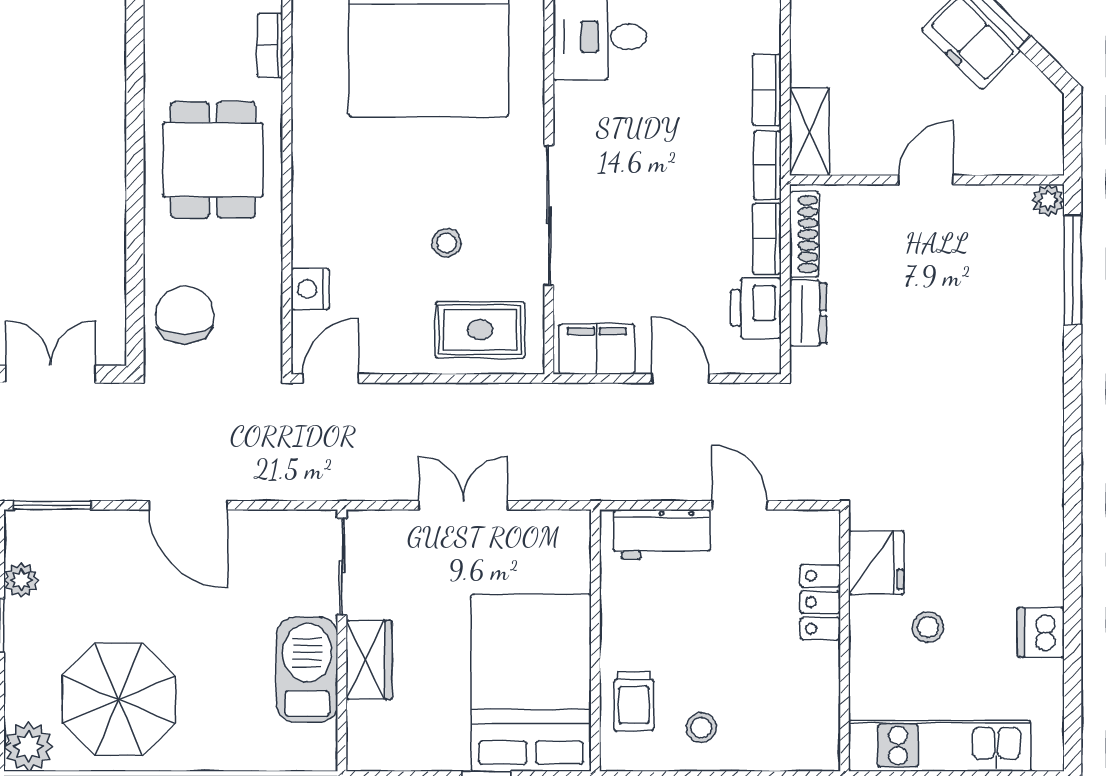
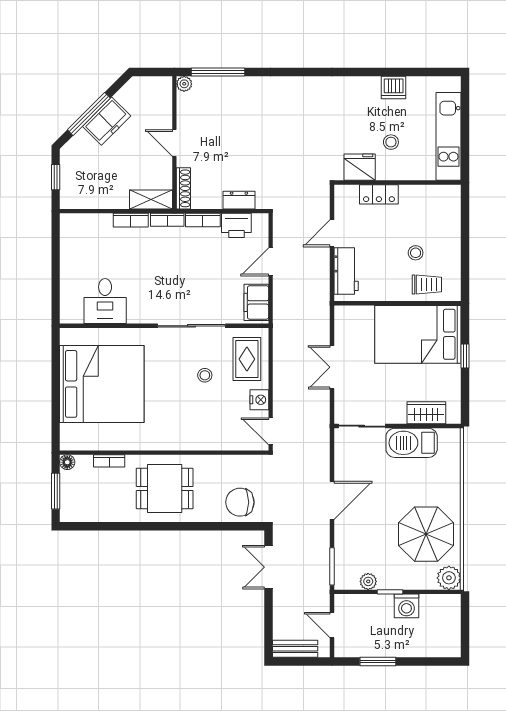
shoe rack: (804, 234) -> (183, 188), moved, turned 90
nightstand: (310, 289) -> (259, 400), moved, turned -90
wardrobe: (369, 660) -> (426, 413), moved
stool: (701, 728) -> (416, 253), moved

